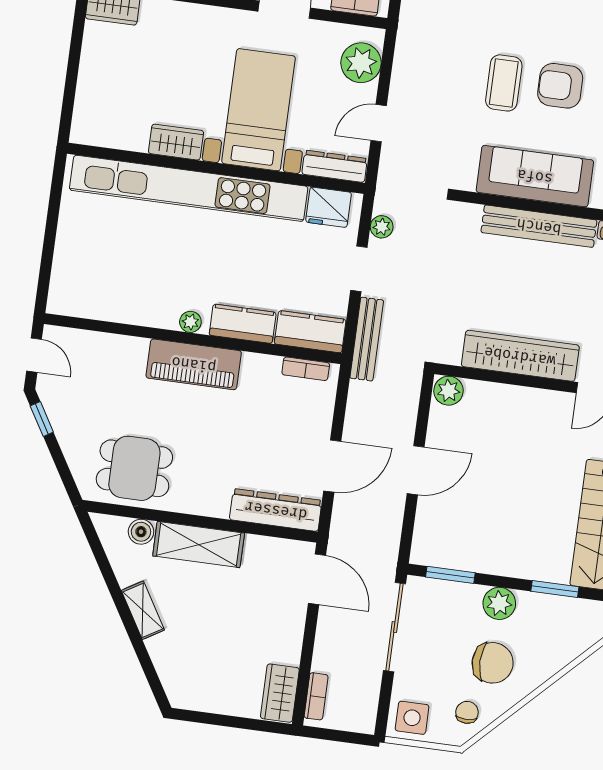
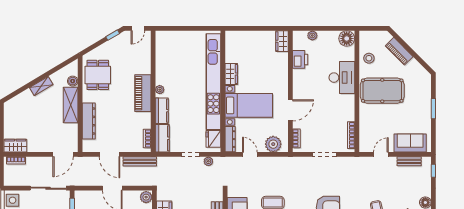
bench: (367, 339) -> (140, 161), moved
dresser: (276, 510) -> (89, 121), moved

